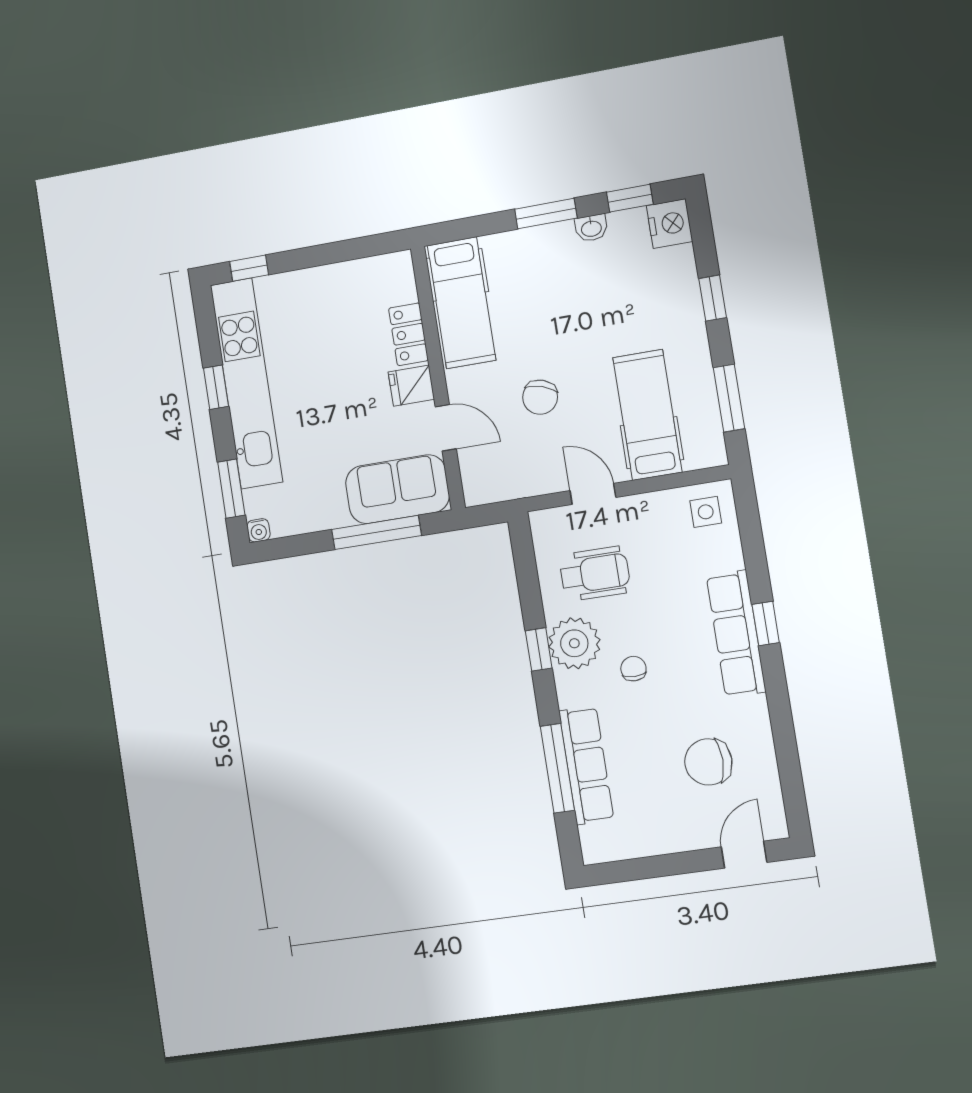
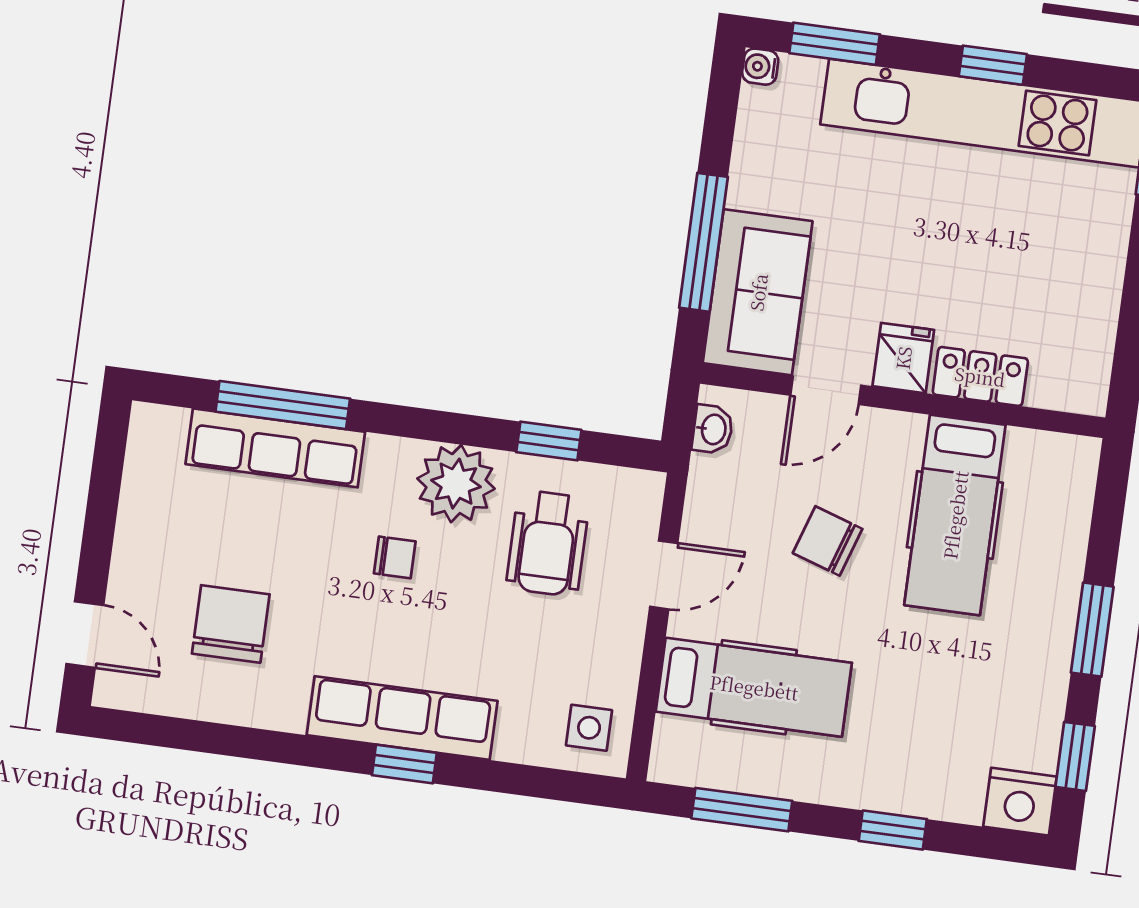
washbasin: (591, 228) -> (713, 429), moved, turned 180
hospital bed: (462, 303) -> (955, 515), moved, turned -90
window: (539, 649) -> (549, 441), moved

